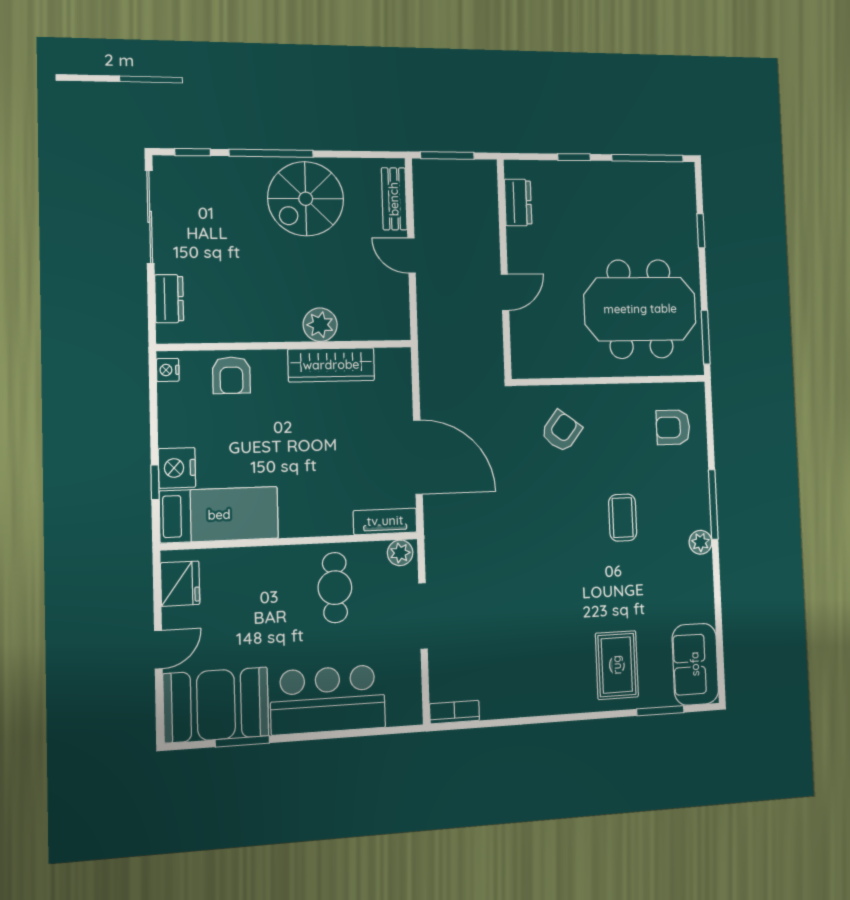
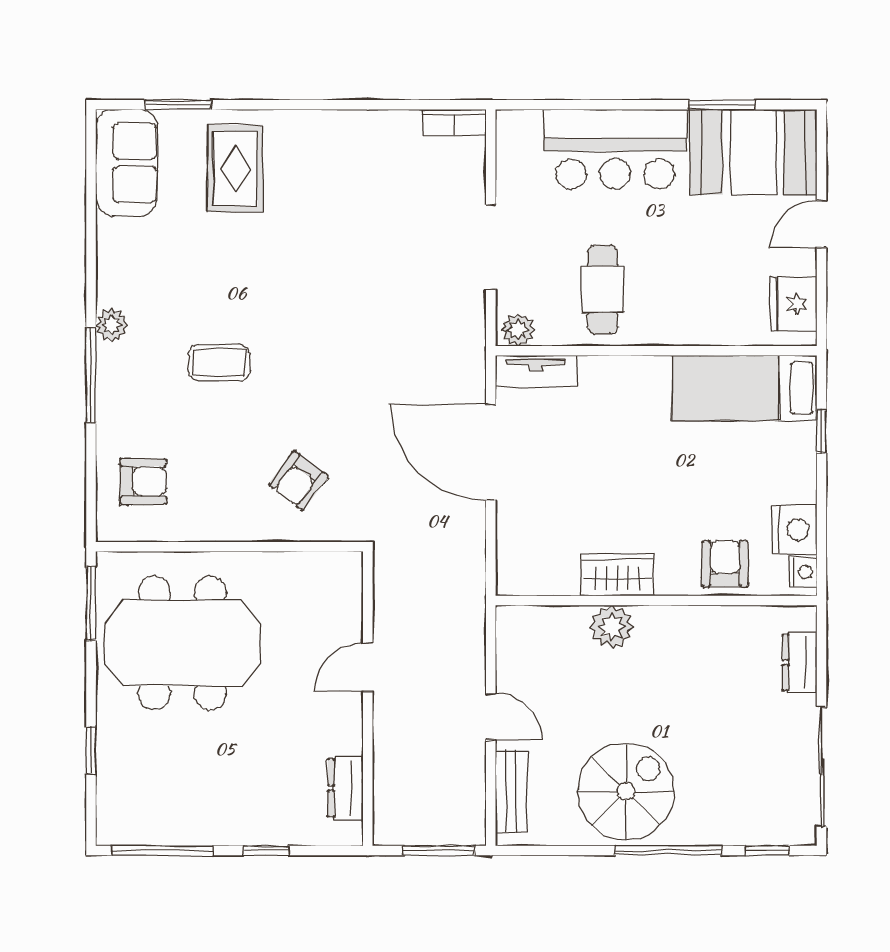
wardrobe: (331, 365) -> (617, 575), width x0.67
nightstand: (177, 468) -> (794, 530), moved
coffee table: (623, 518) -> (219, 363), turned 90

